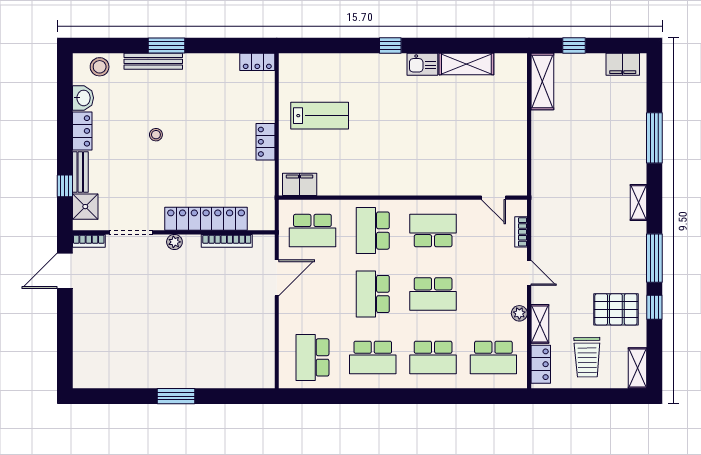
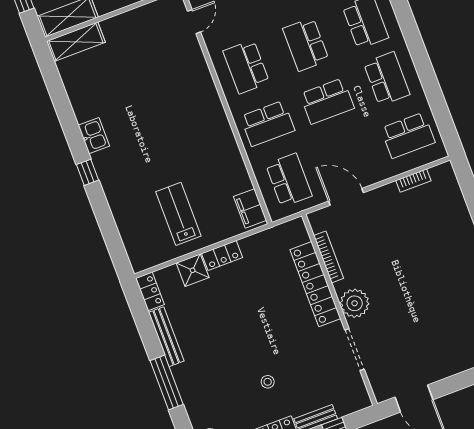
window: (166, 45) -> (167, 383), width x1.44
bench: (153, 61) -> (166, 337), moved
shelving: (466, 64) -> (76, 42), moved, turned 90
stool: (156, 135) -> (268, 382), moved
shower: (85, 207) -> (193, 270), moved
bookcase: (89, 241) -> (413, 181), moved, turned 90
plant: (174, 242) -> (355, 303), width x1.87, depth x1.87
school desk: (433, 294) -> (306, 44), turned 180

